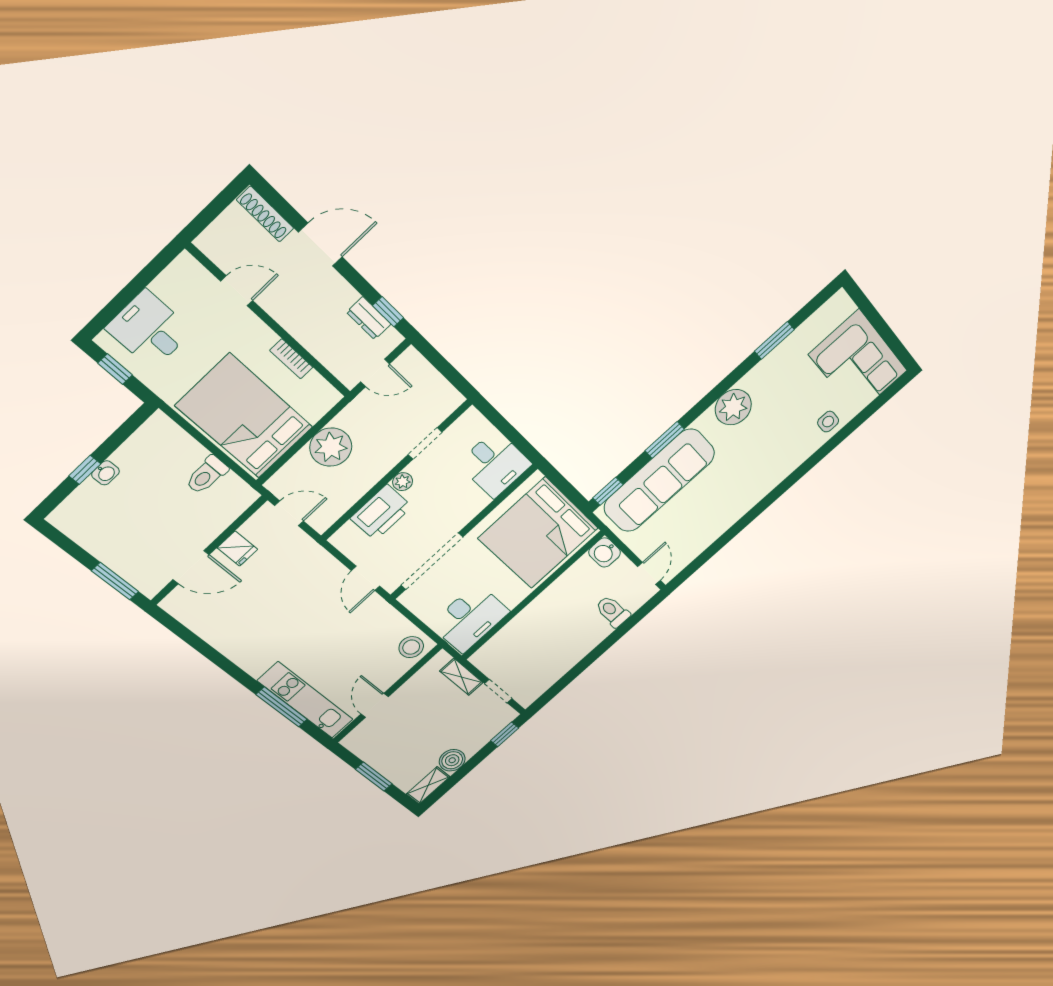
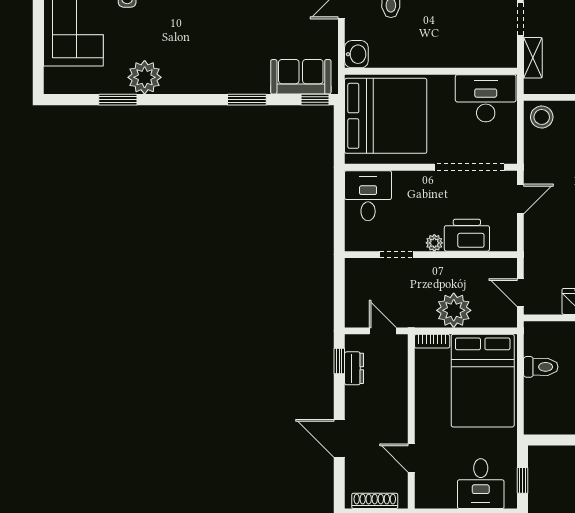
shoe rack: (265, 214) -> (375, 501), moved, turned -90
bookcase: (291, 359) -> (432, 341), moved, turned 90
plant: (733, 407) -> (145, 77), moved
sofa: (659, 481) -> (301, 77), width x0.54, depth x0.79

